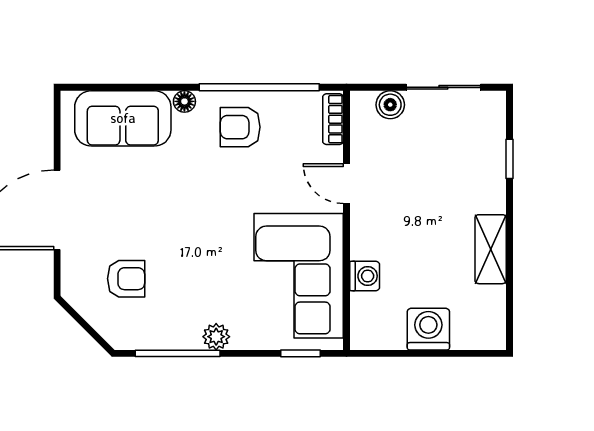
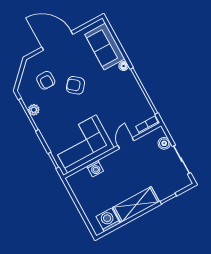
armchair: (240, 127) -> (75, 85), moved, turned -51
shelving: (491, 249) -> (136, 205), width x1.50, depth x1.33
washing machine: (428, 329) -> (108, 220), moved, turned -90
plant: (216, 337) -> (34, 110), moved

